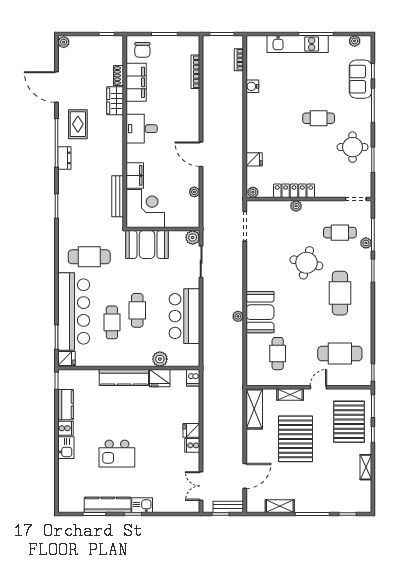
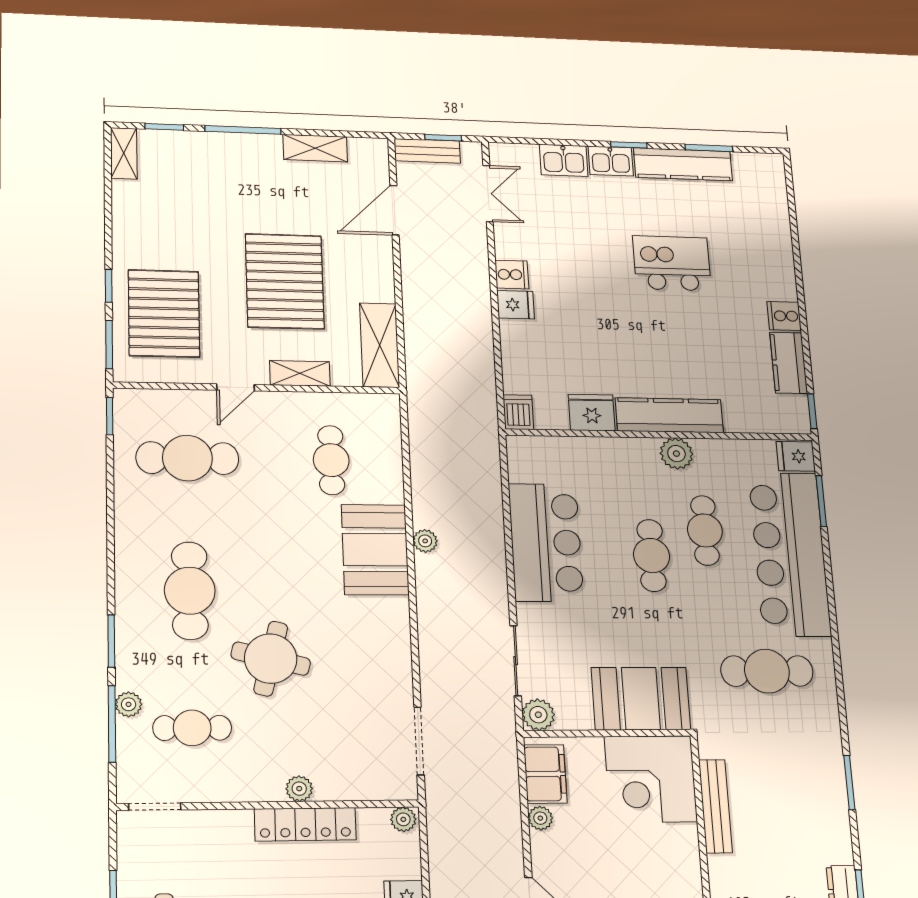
filing cabinet: (135, 175) -> (545, 774), moved, turned 180
plant: (160, 359) -> (676, 454), moved
kitchen sink: (66, 448) -> (564, 160), moved, turned -90
shelving: (366, 467) -> (124, 153), moved

